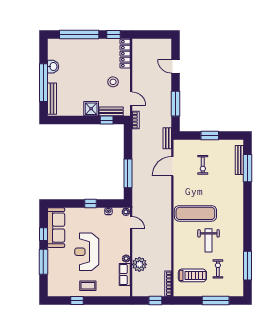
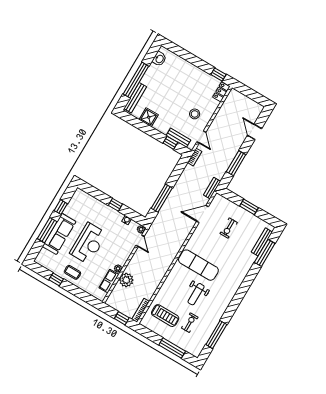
window: (79, 35) -> (190, 57), removed
locker: (125, 54) -> (221, 92), width x0.66
washbasin: (53, 67) -> (159, 59), moved
shower: (91, 109) -> (149, 117), moved
sofa: (56, 228) -> (59, 234), moved
reception desk: (87, 252) -> (88, 243), turned 180

